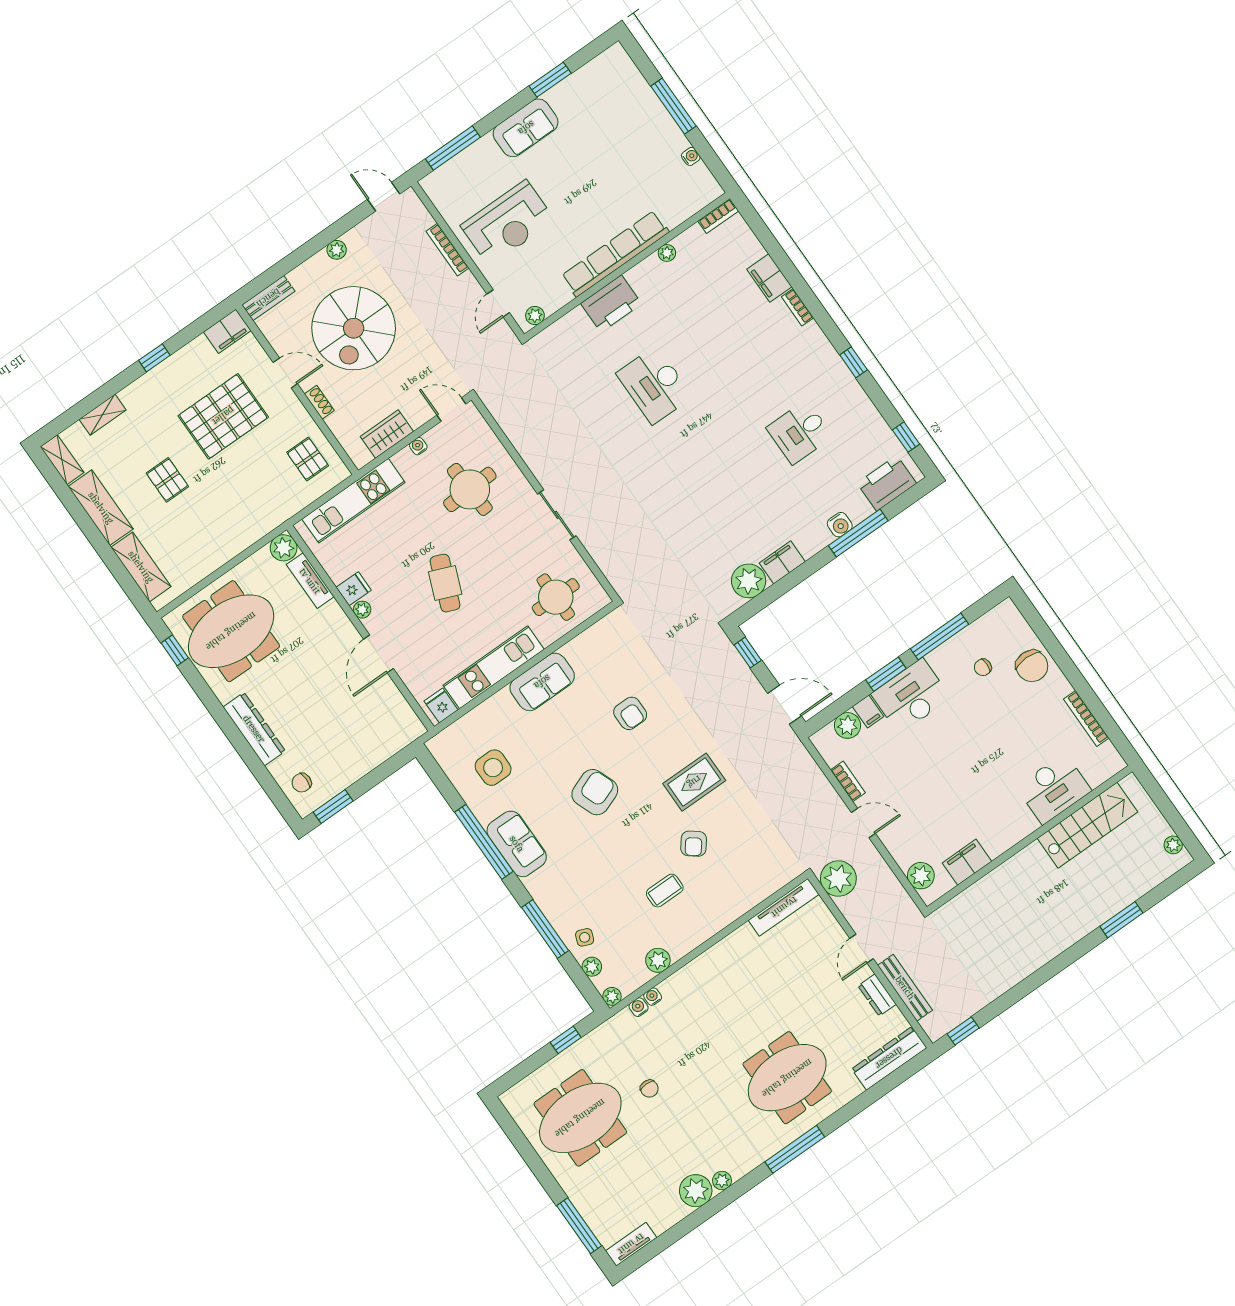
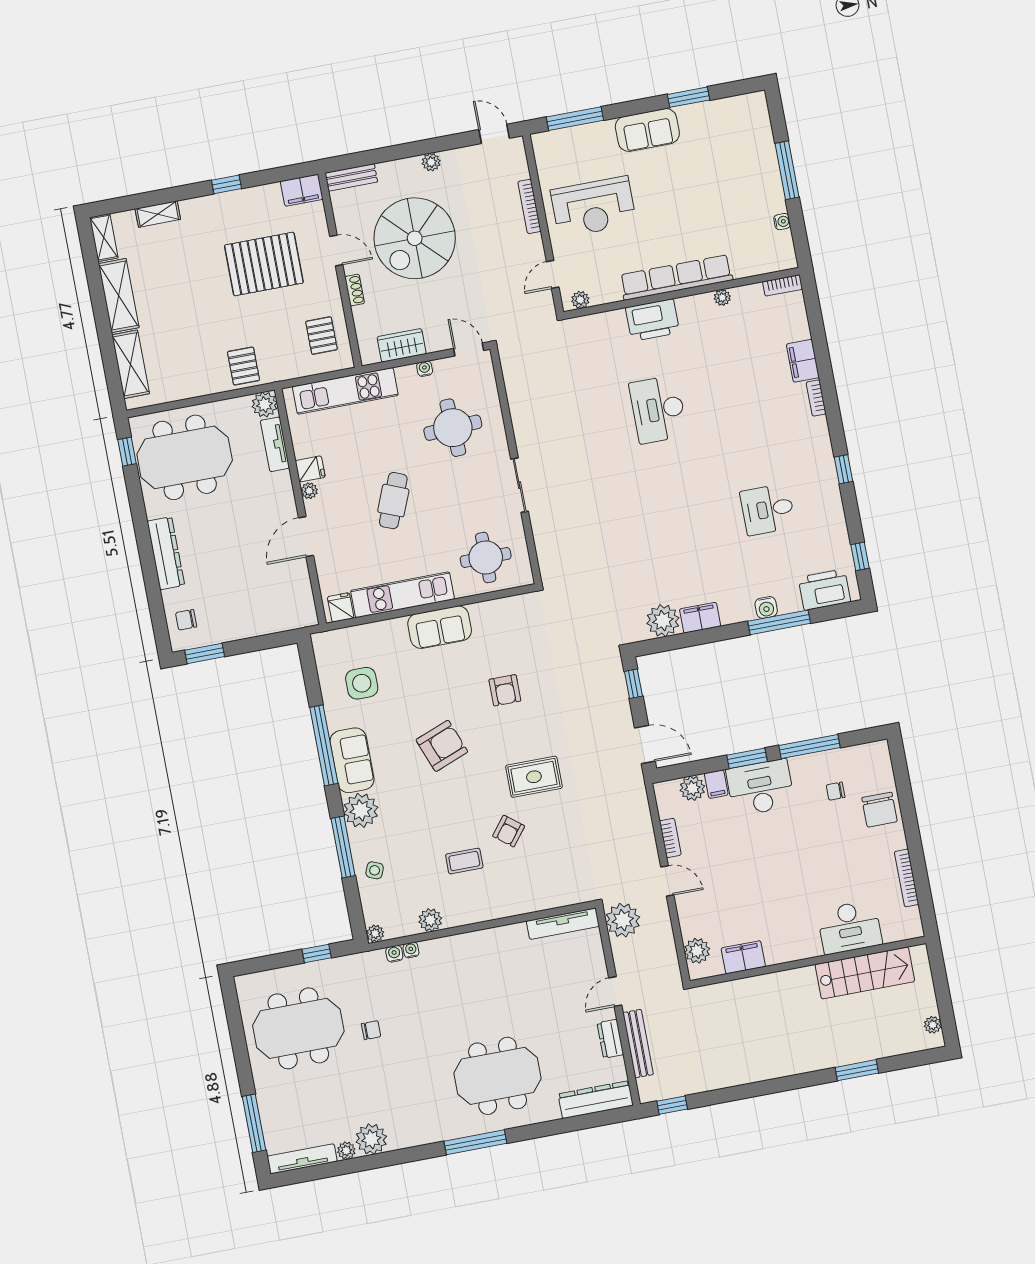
pallet: (167, 480) -> (243, 366), moved
plant: (592, 967) -> (361, 810), moved, width x1.87, depth x1.87
chair: (649, 1089) -> (371, 1030), turned -90
plant: (722, 1181) -> (346, 1151), moved
tv unit: (631, 1244) -> (302, 1159), width x1.41

